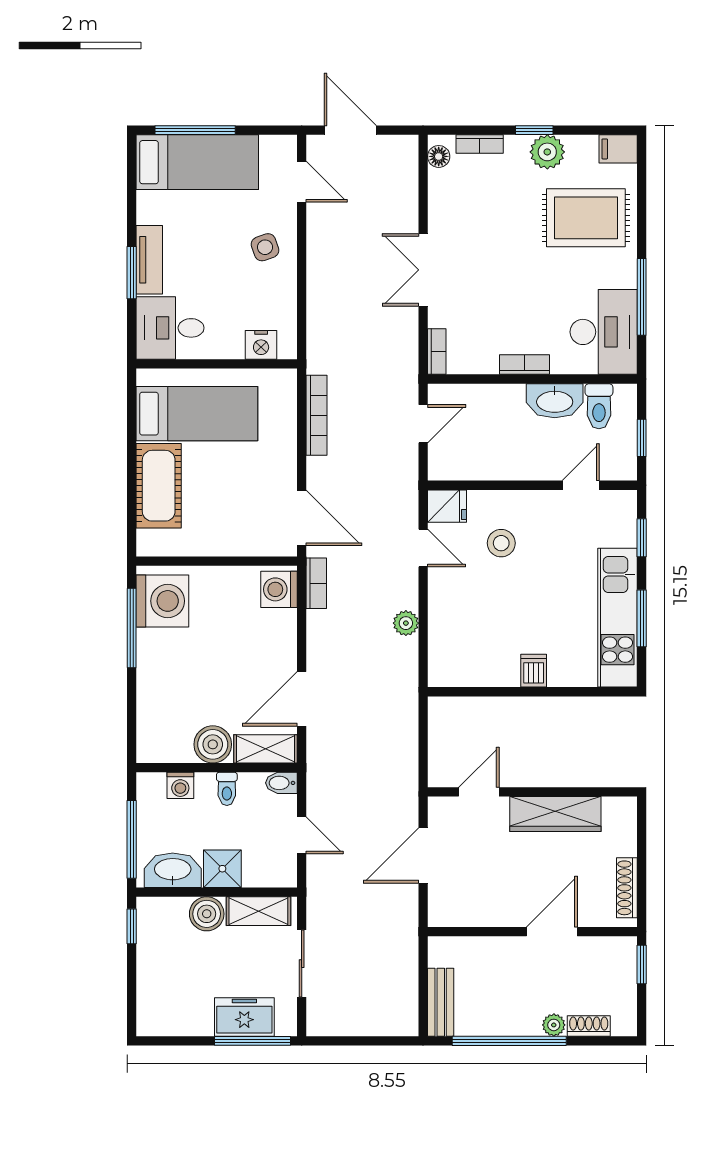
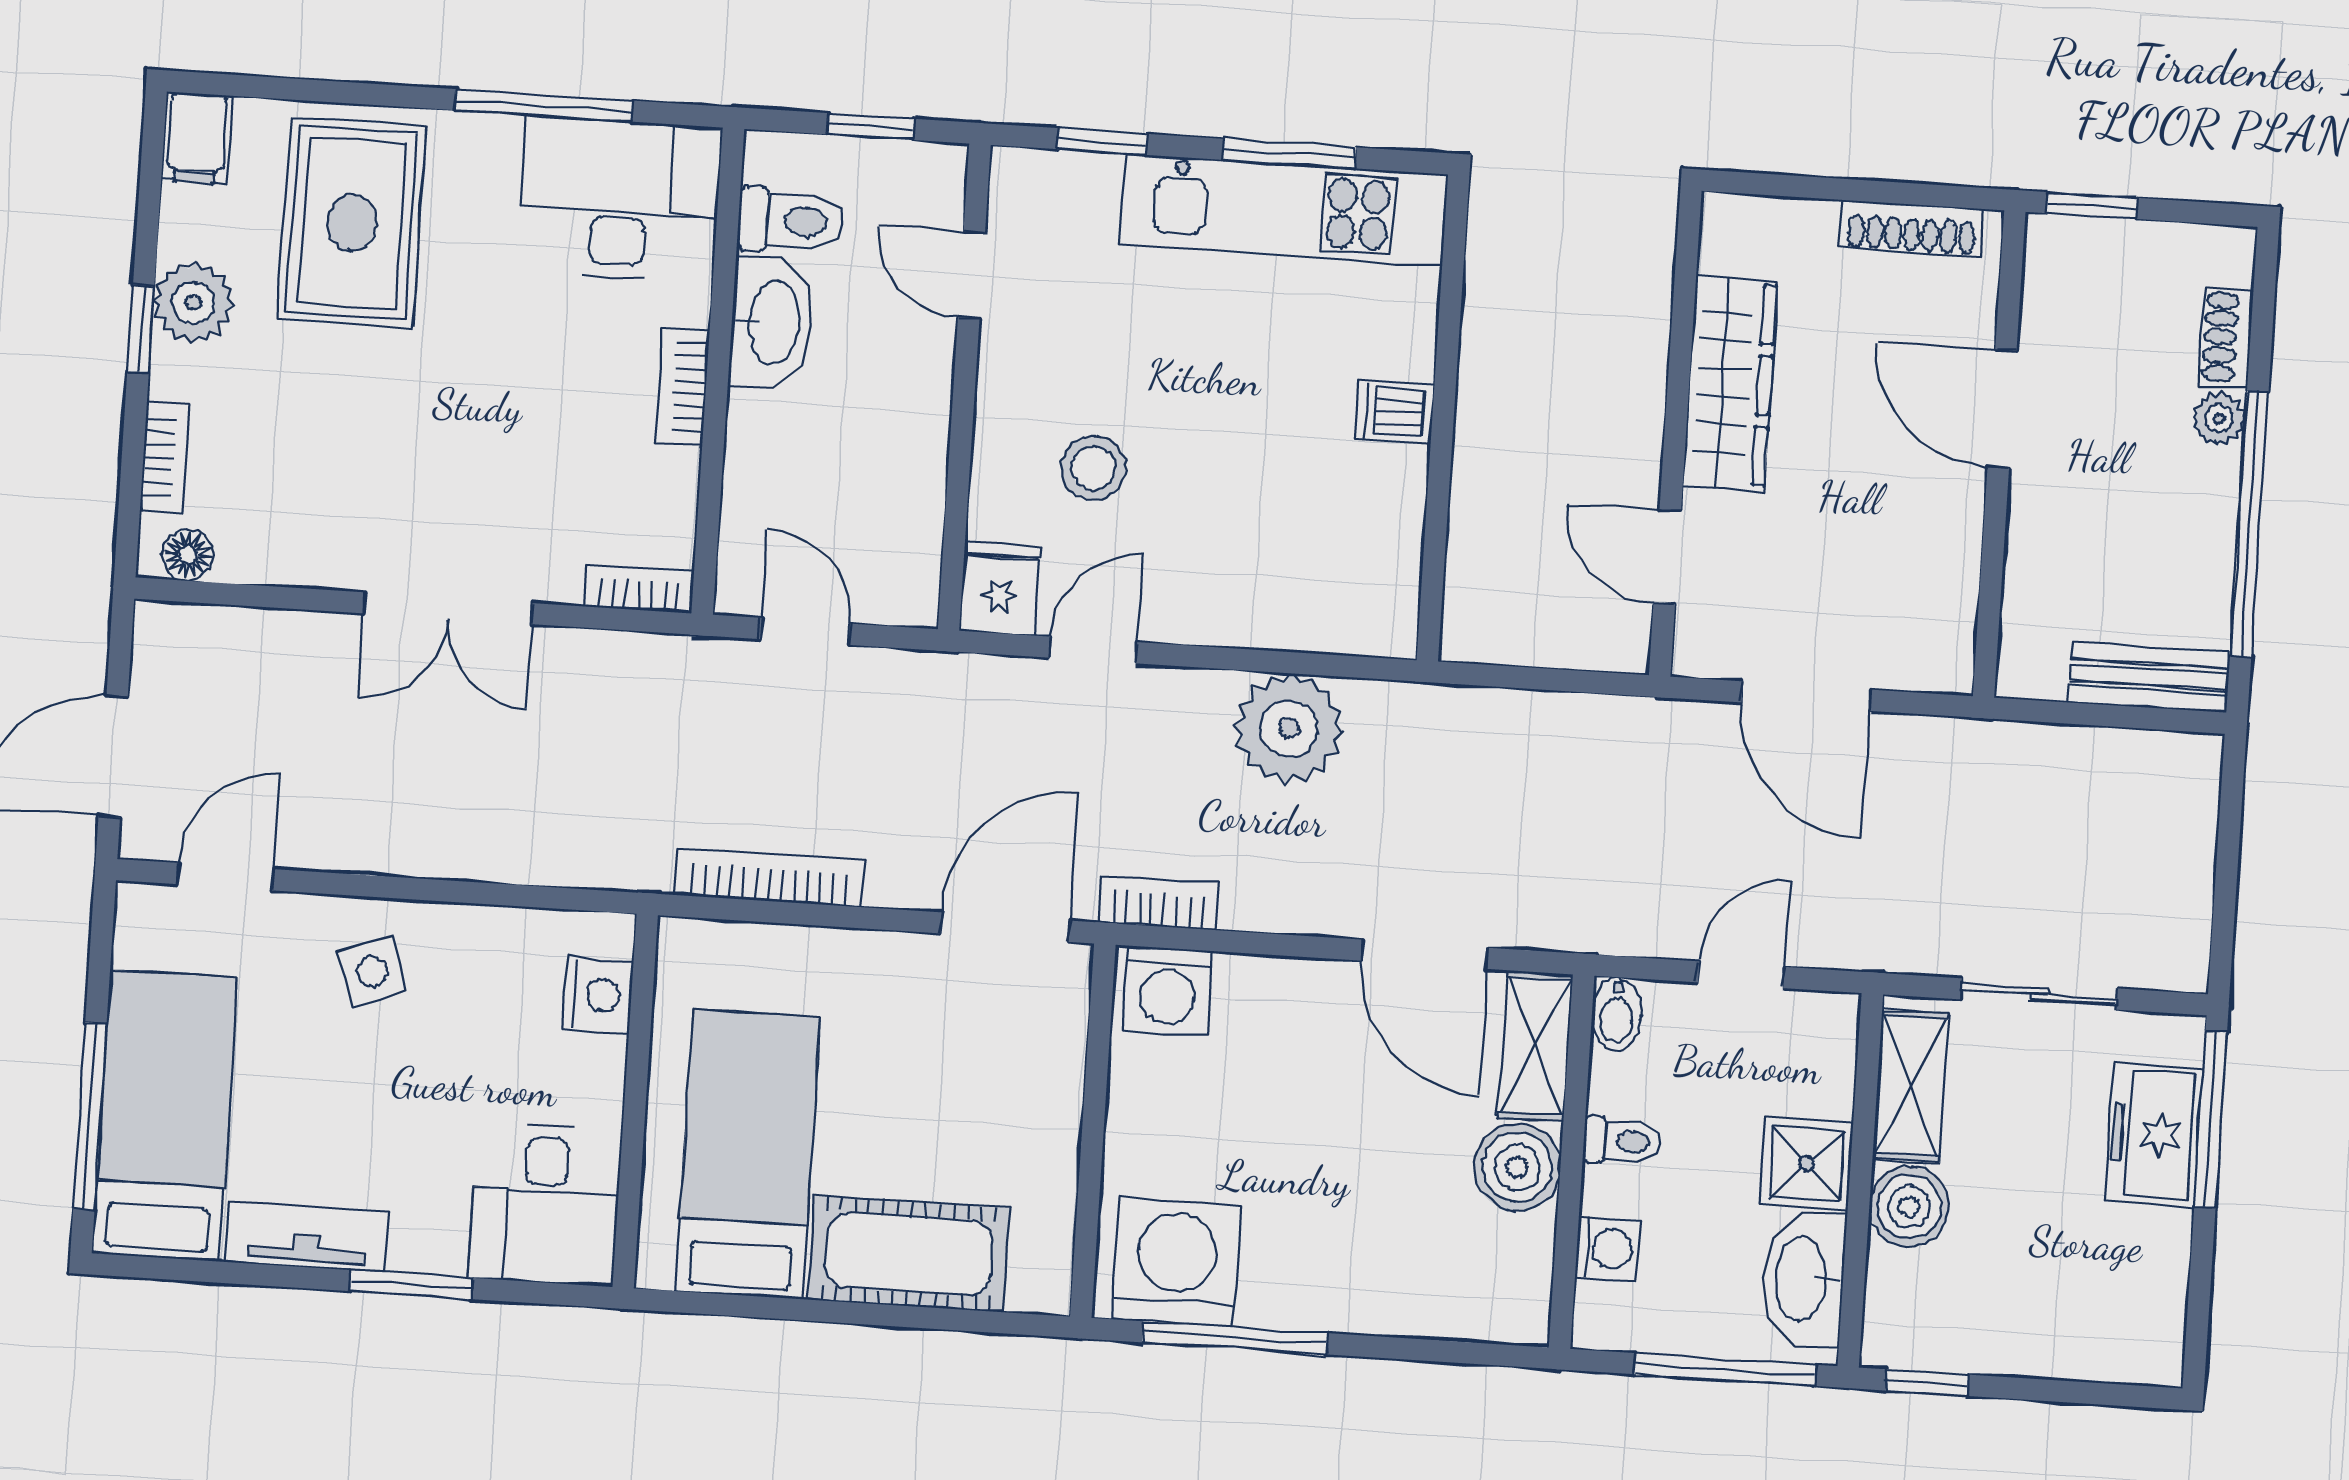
tv unit: (149, 260) -> (307, 1237), moved
plant: (406, 623) -> (1289, 728), width x1.88, depth x1.88

